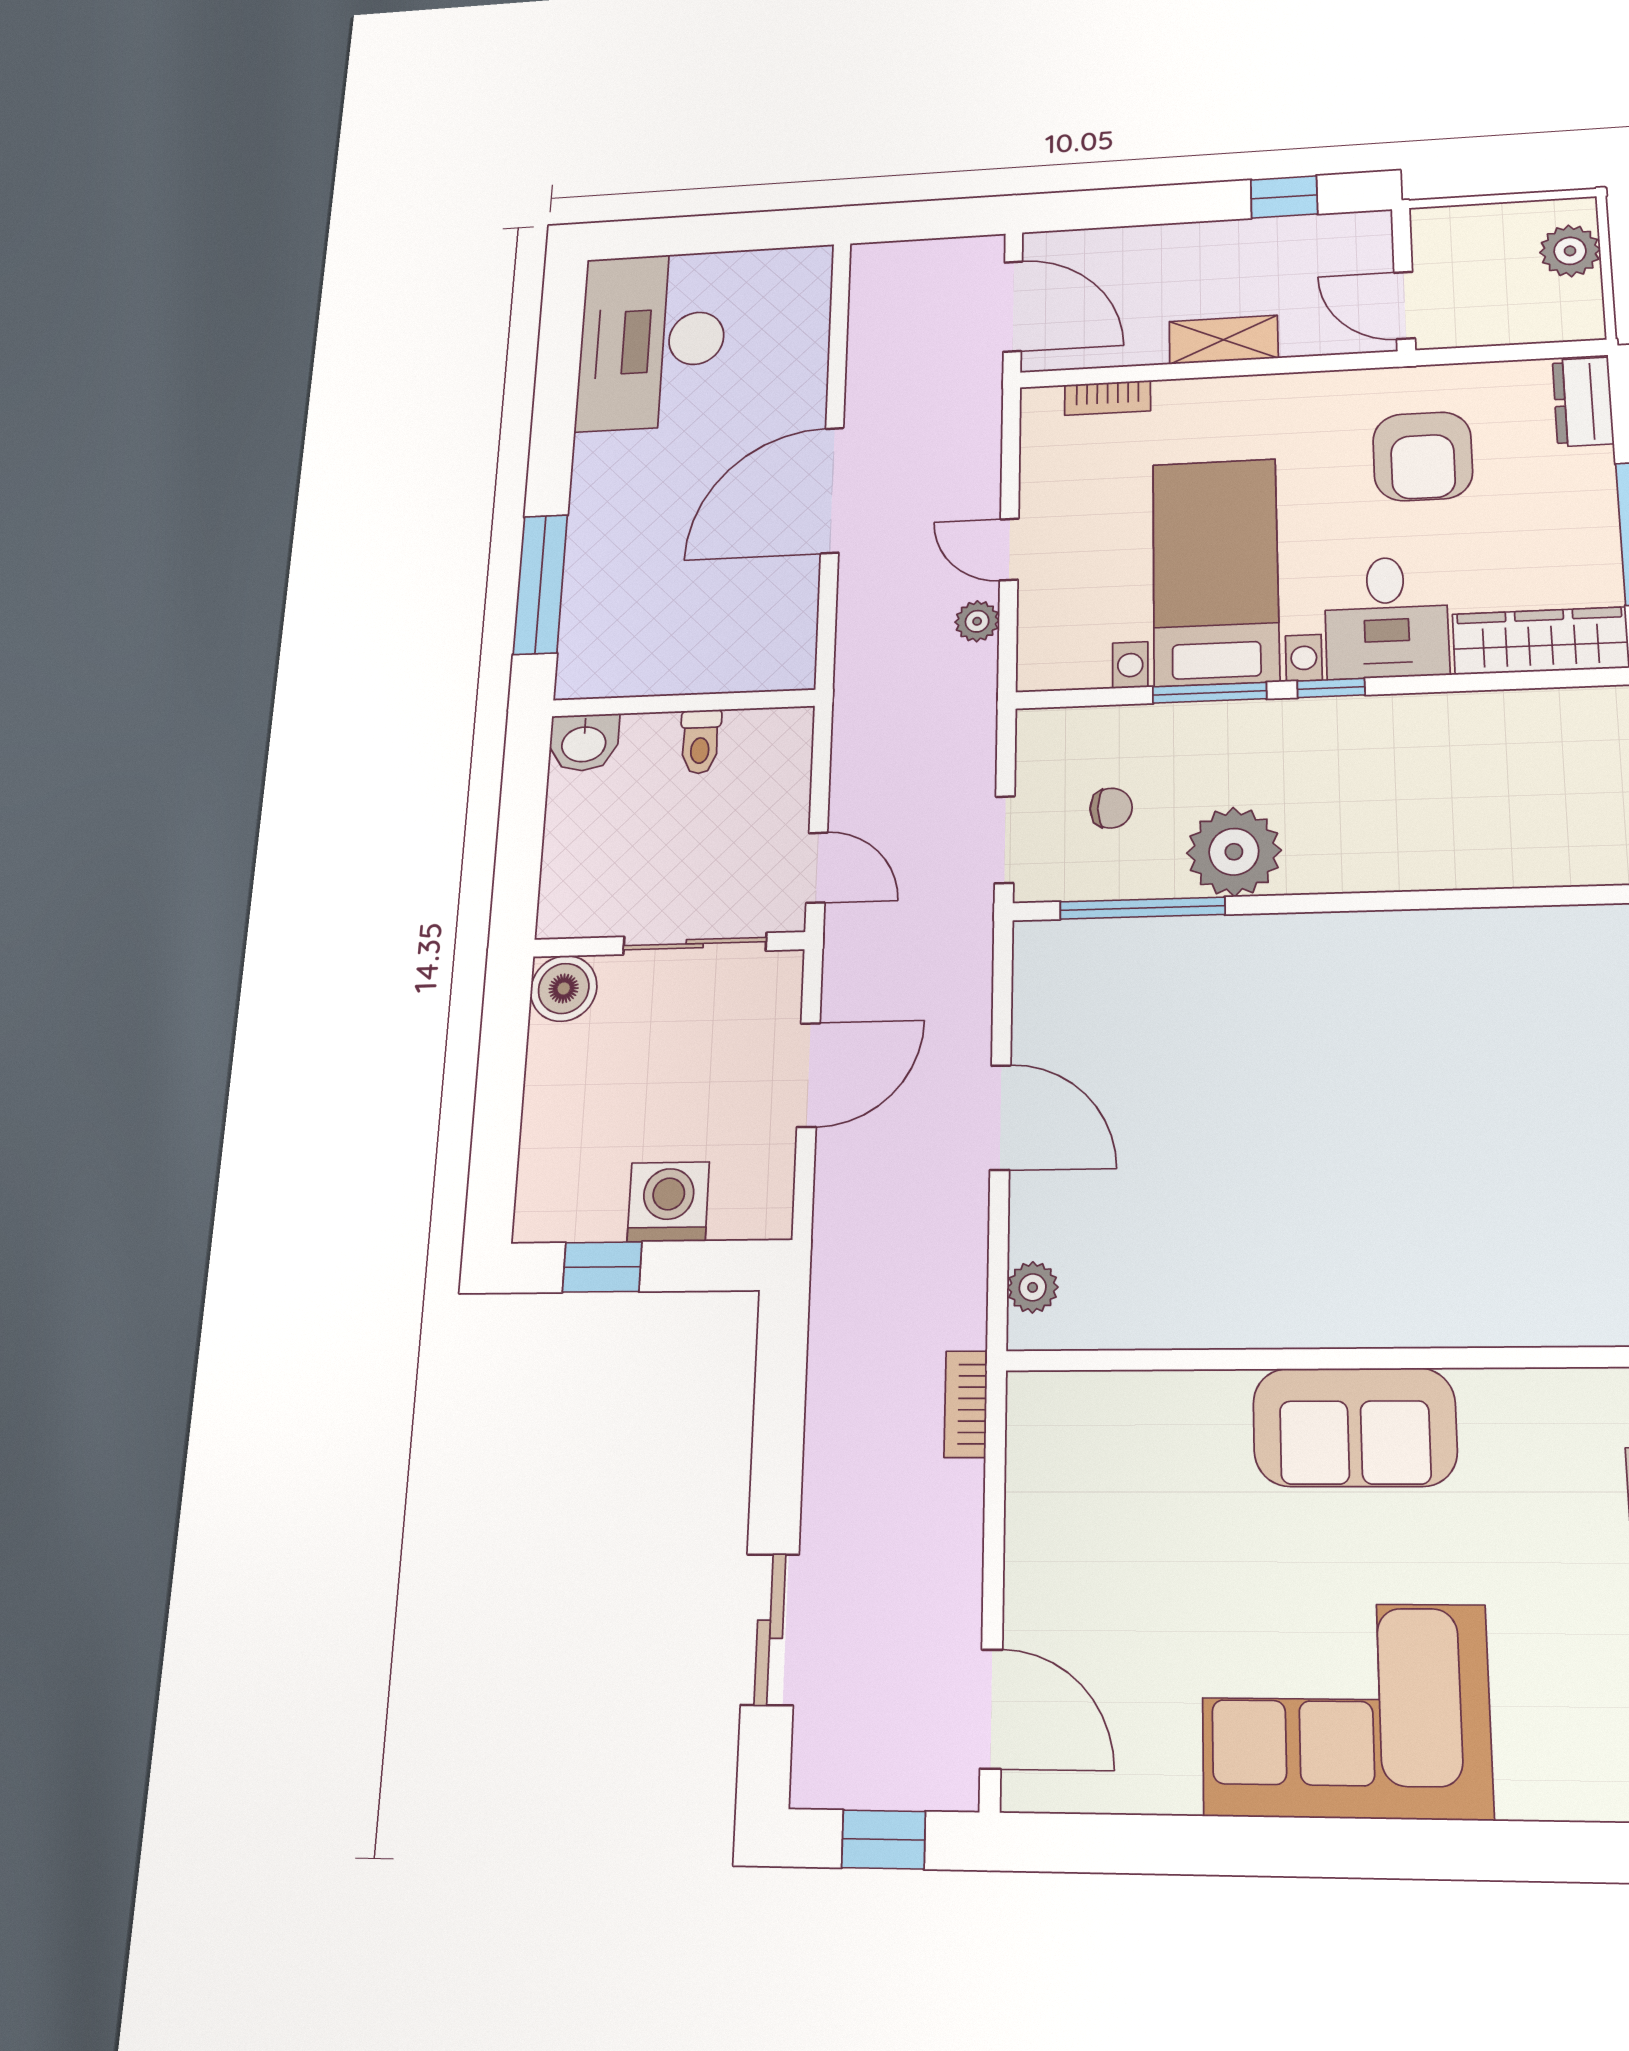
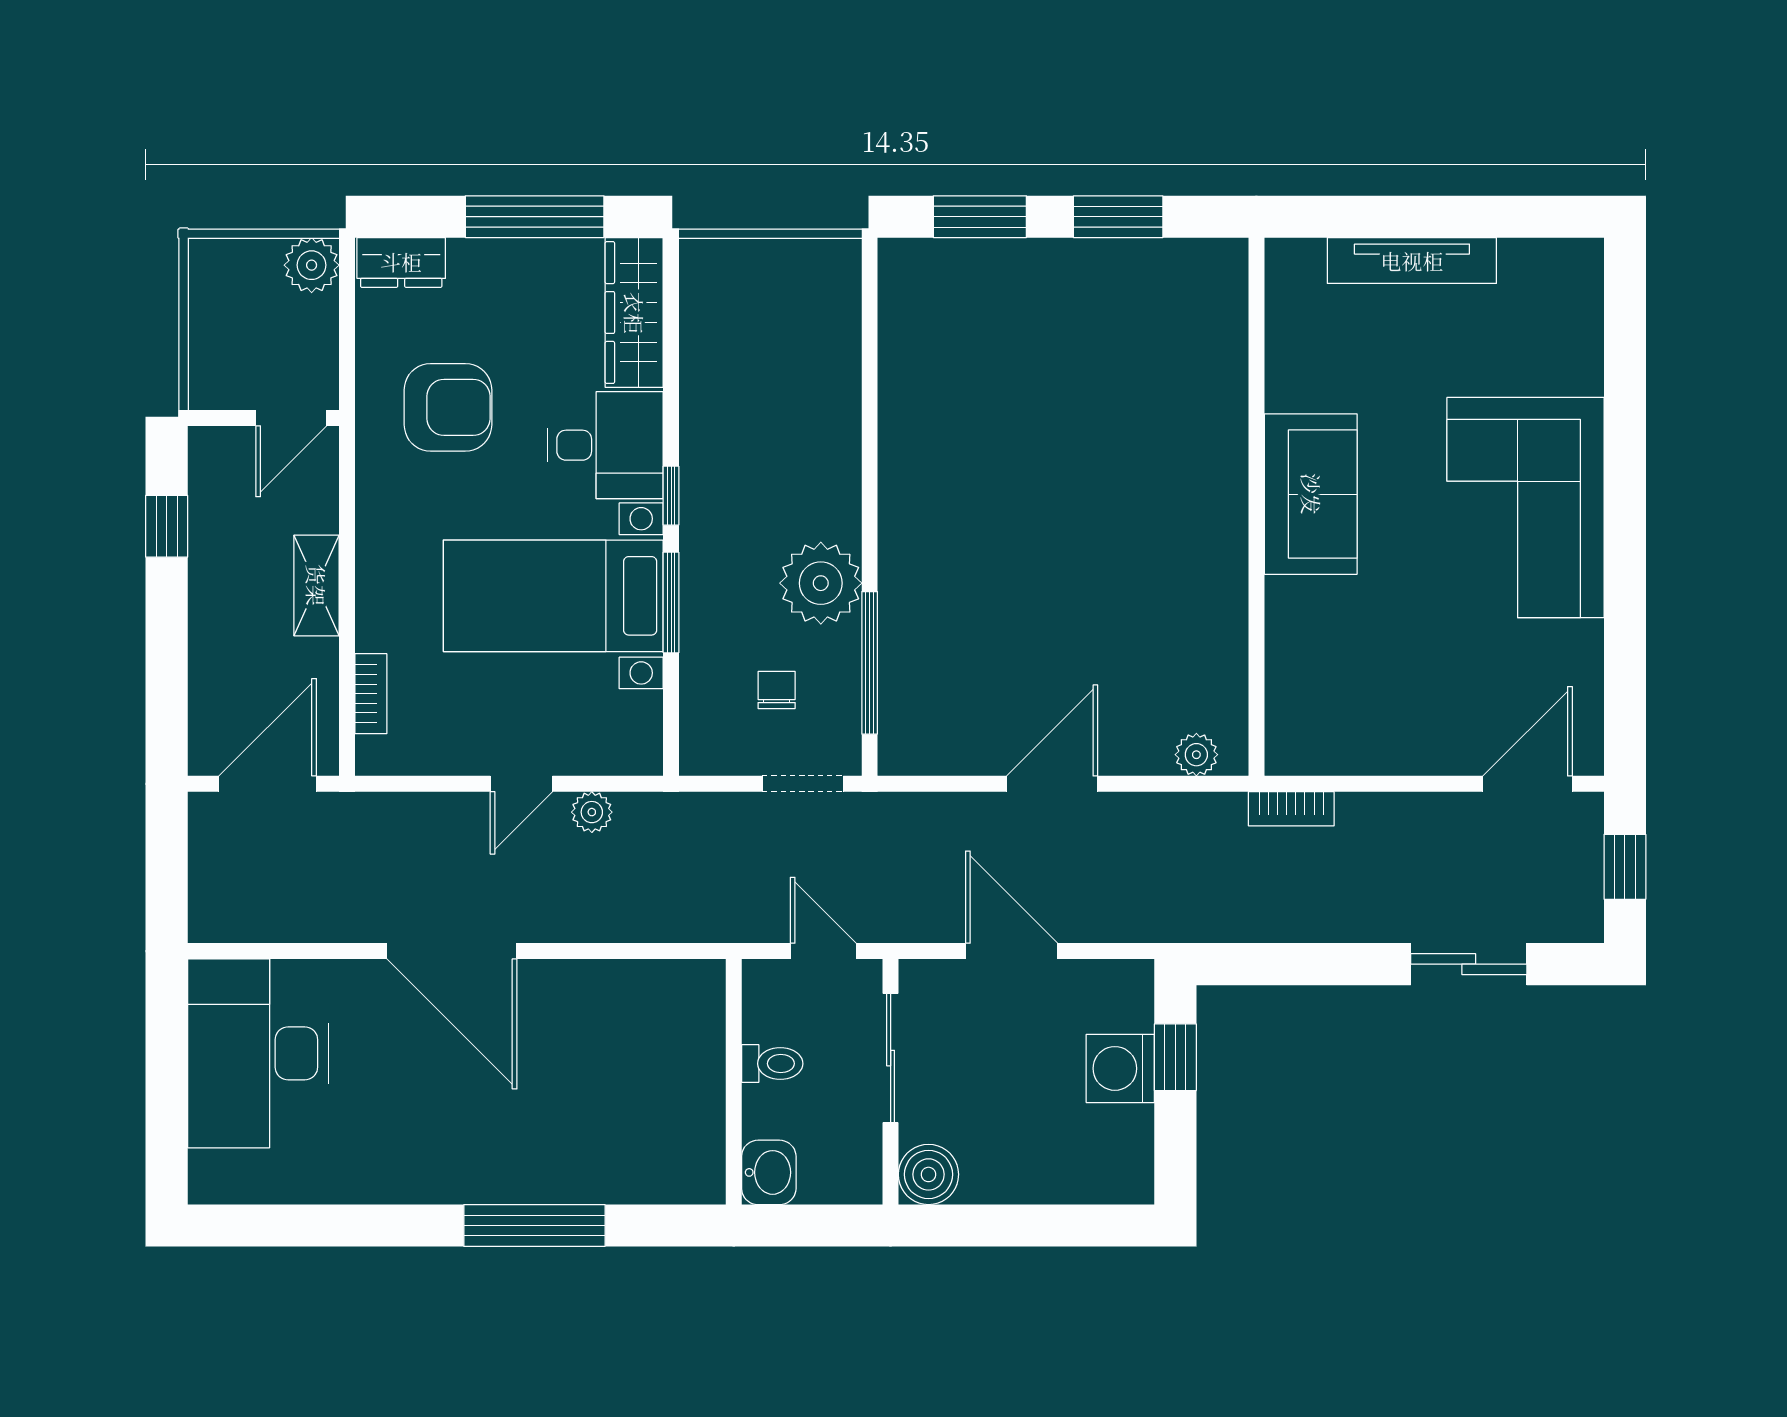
plant: (1570, 251) -> (312, 265), moved
desk: (652, 341) -> (258, 1053), moved, turned 90
wall: (683, 703) -> (734, 1082), moved
toilet: (700, 742) -> (772, 1064), moved
washbasin: (584, 743) -> (769, 1172), moved
door: (817, 868) -> (823, 951), hinge flipped
window: (602, 1267) -> (1175, 1057), moved

